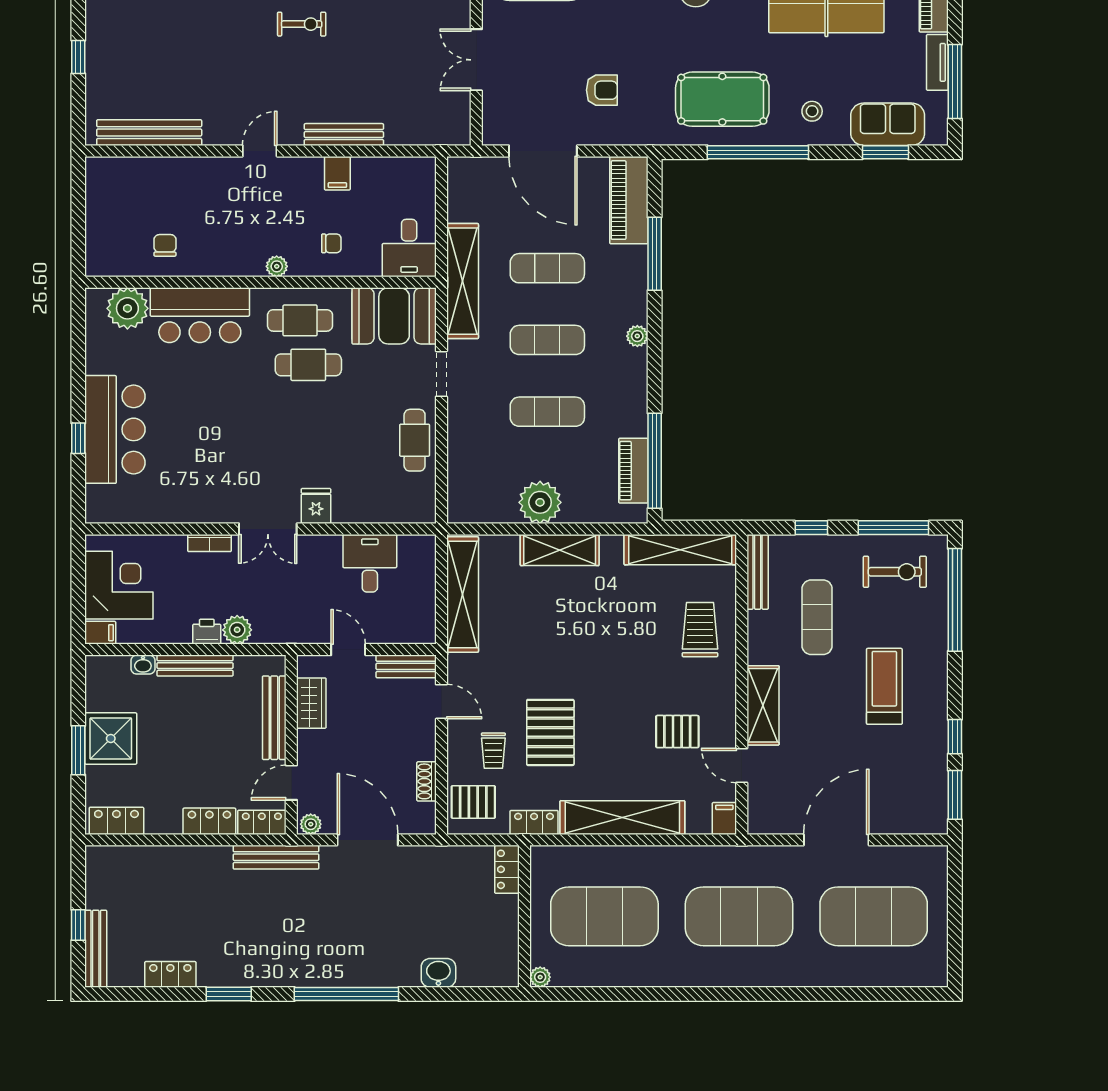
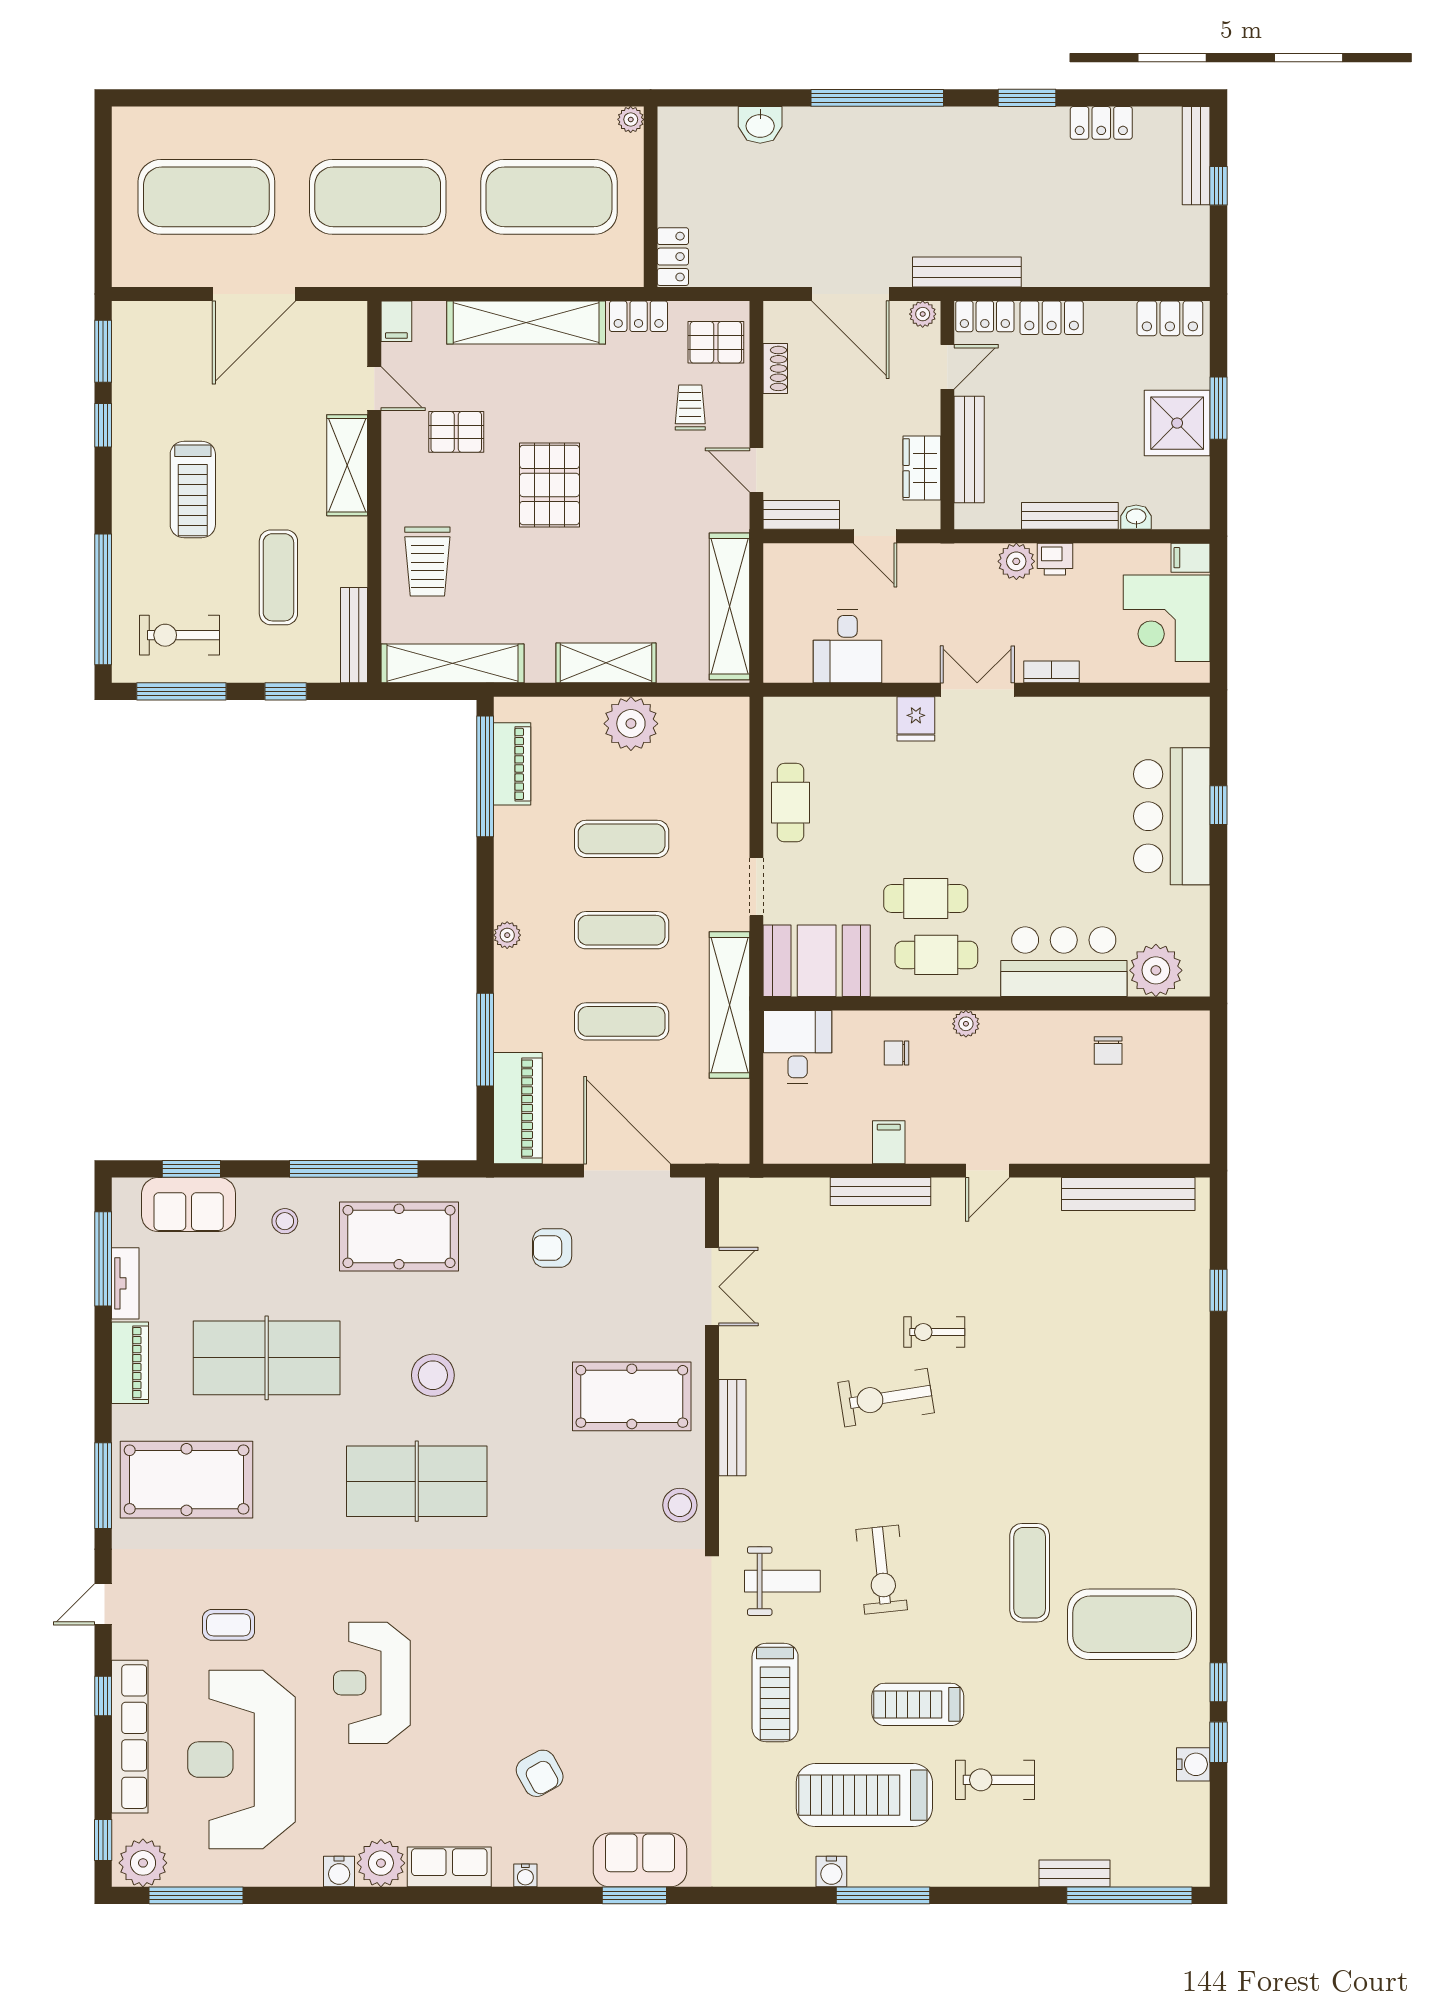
pallet: (550, 732) -> (550, 485), moved

